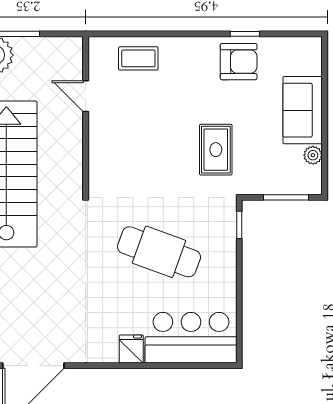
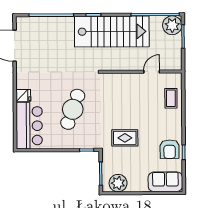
sofa: (303, 110) -> (165, 182), moved
plant: (313, 155) -> (118, 183), width x1.88, depth x1.88

